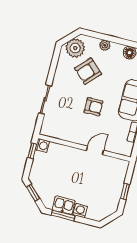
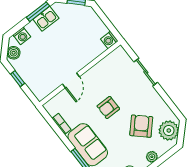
window: (32, 151) -> (112, 28), removed
boiler: (108, 210) -> (14, 53), added
washing machine: (80, 211) -> (22, 36), moved

